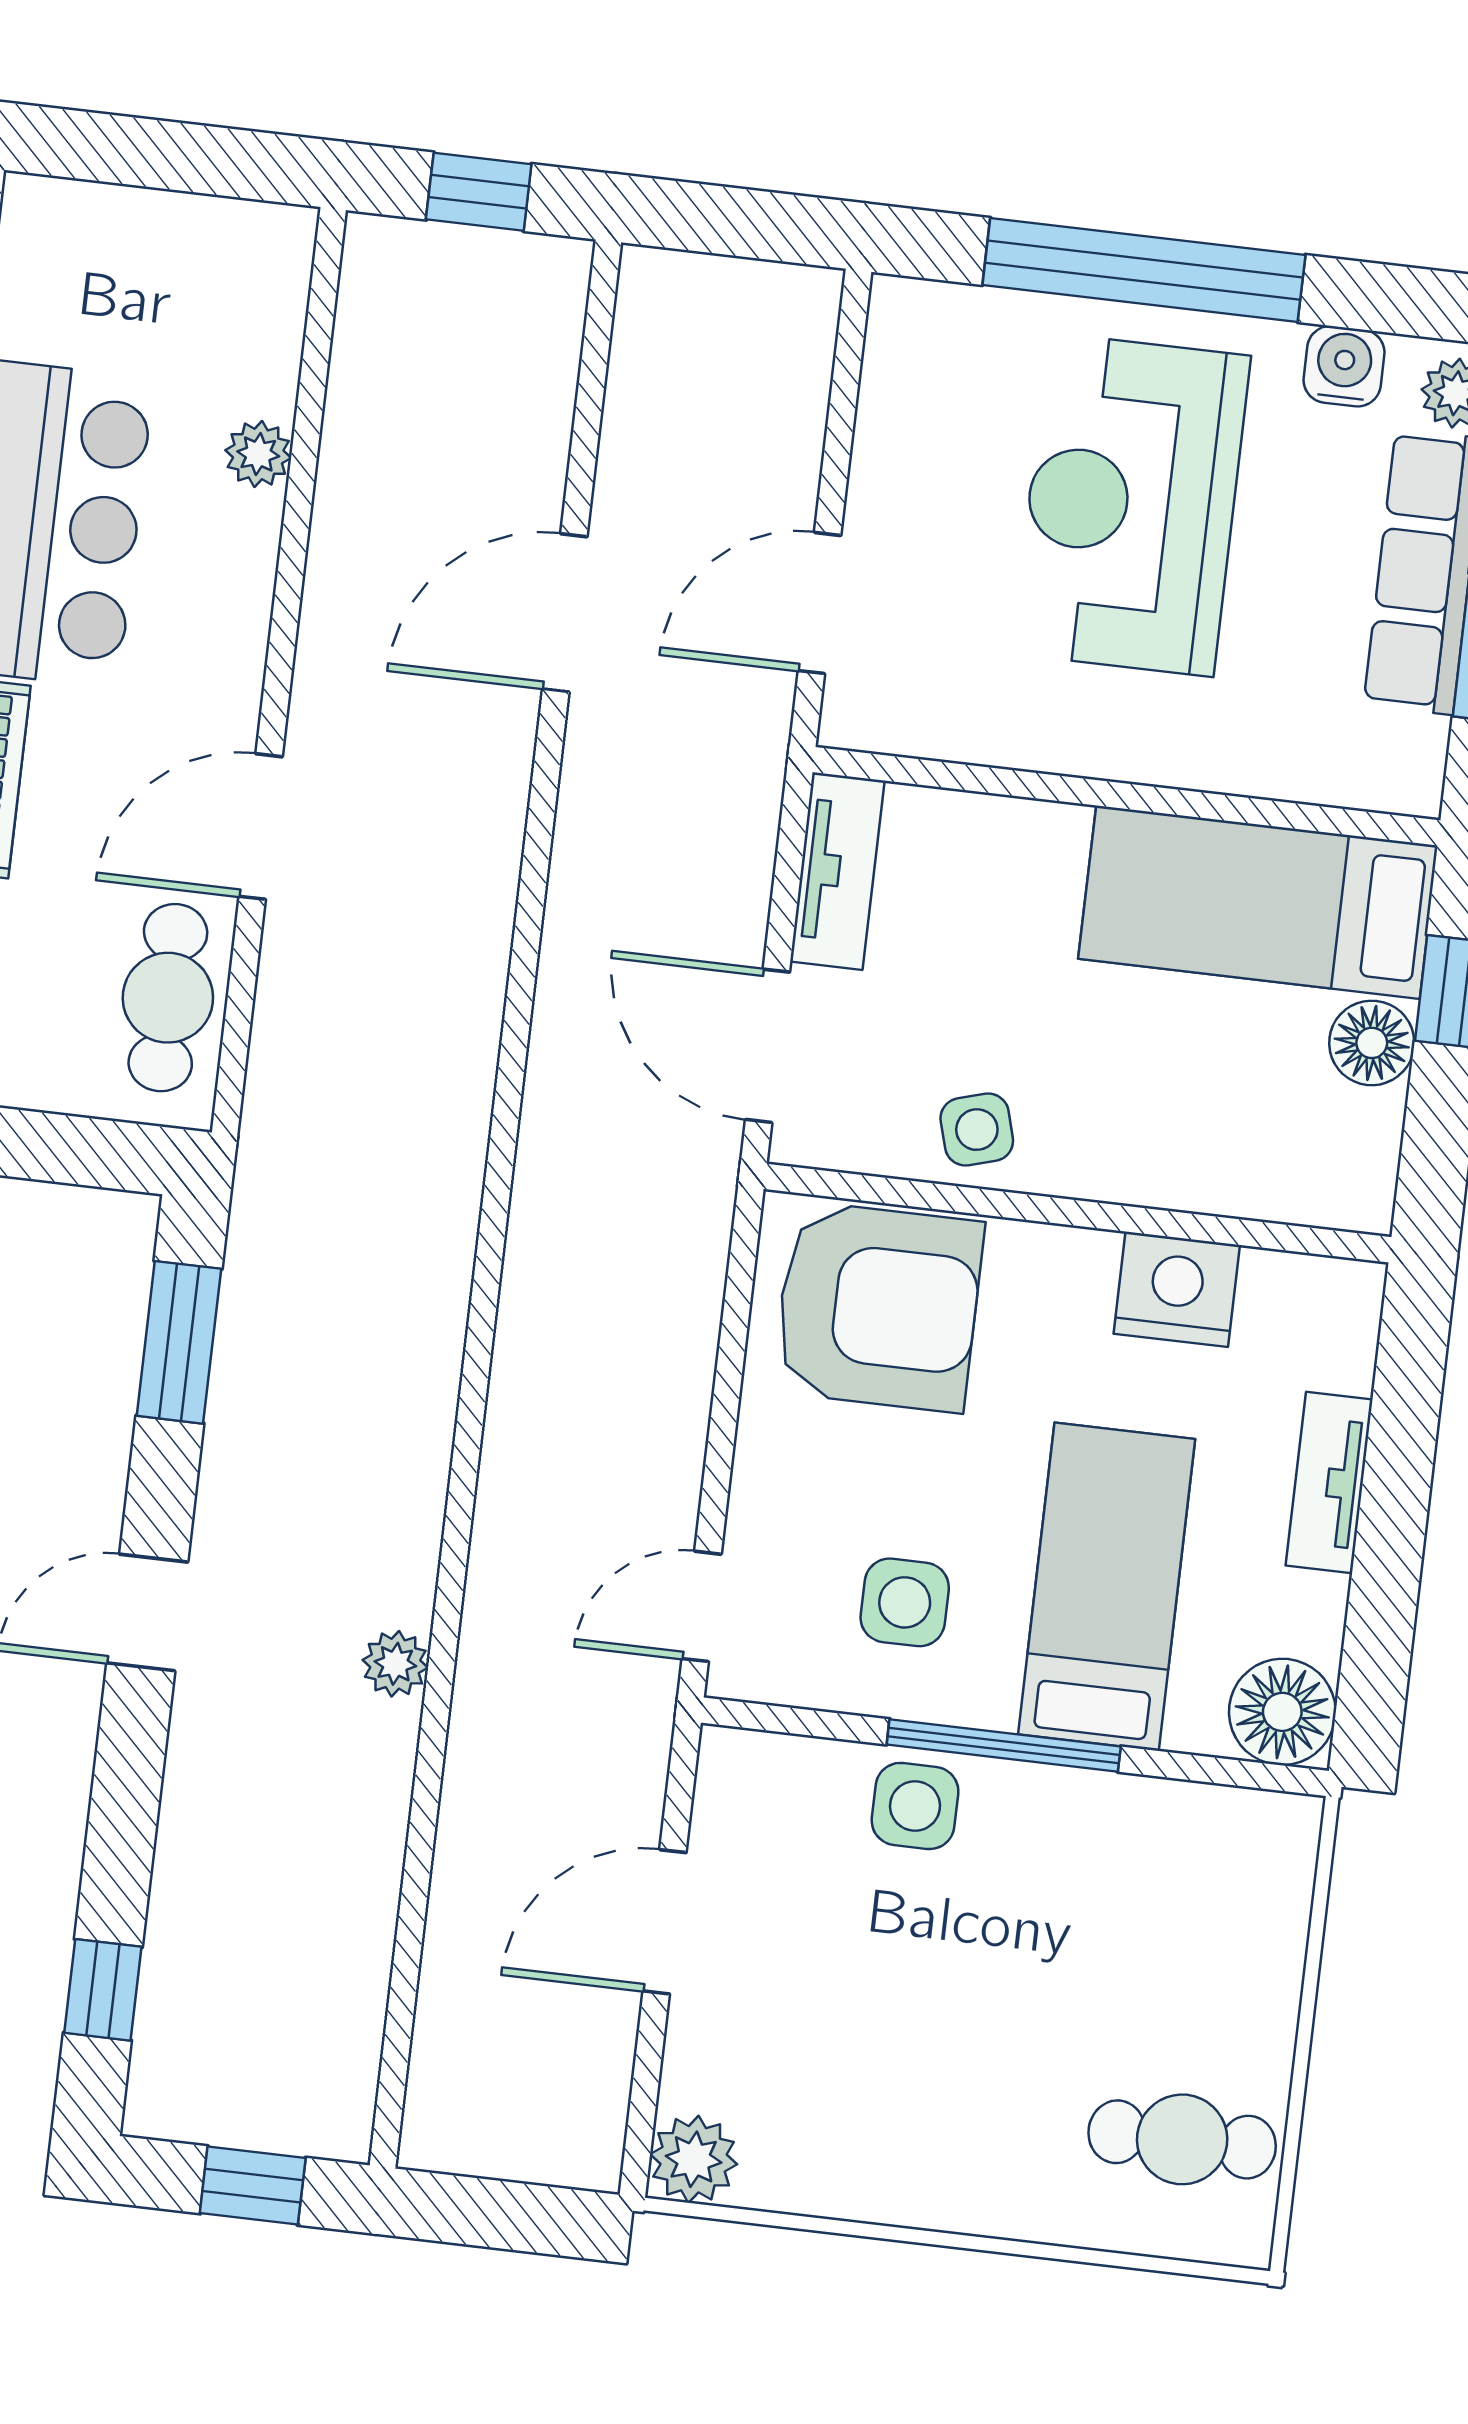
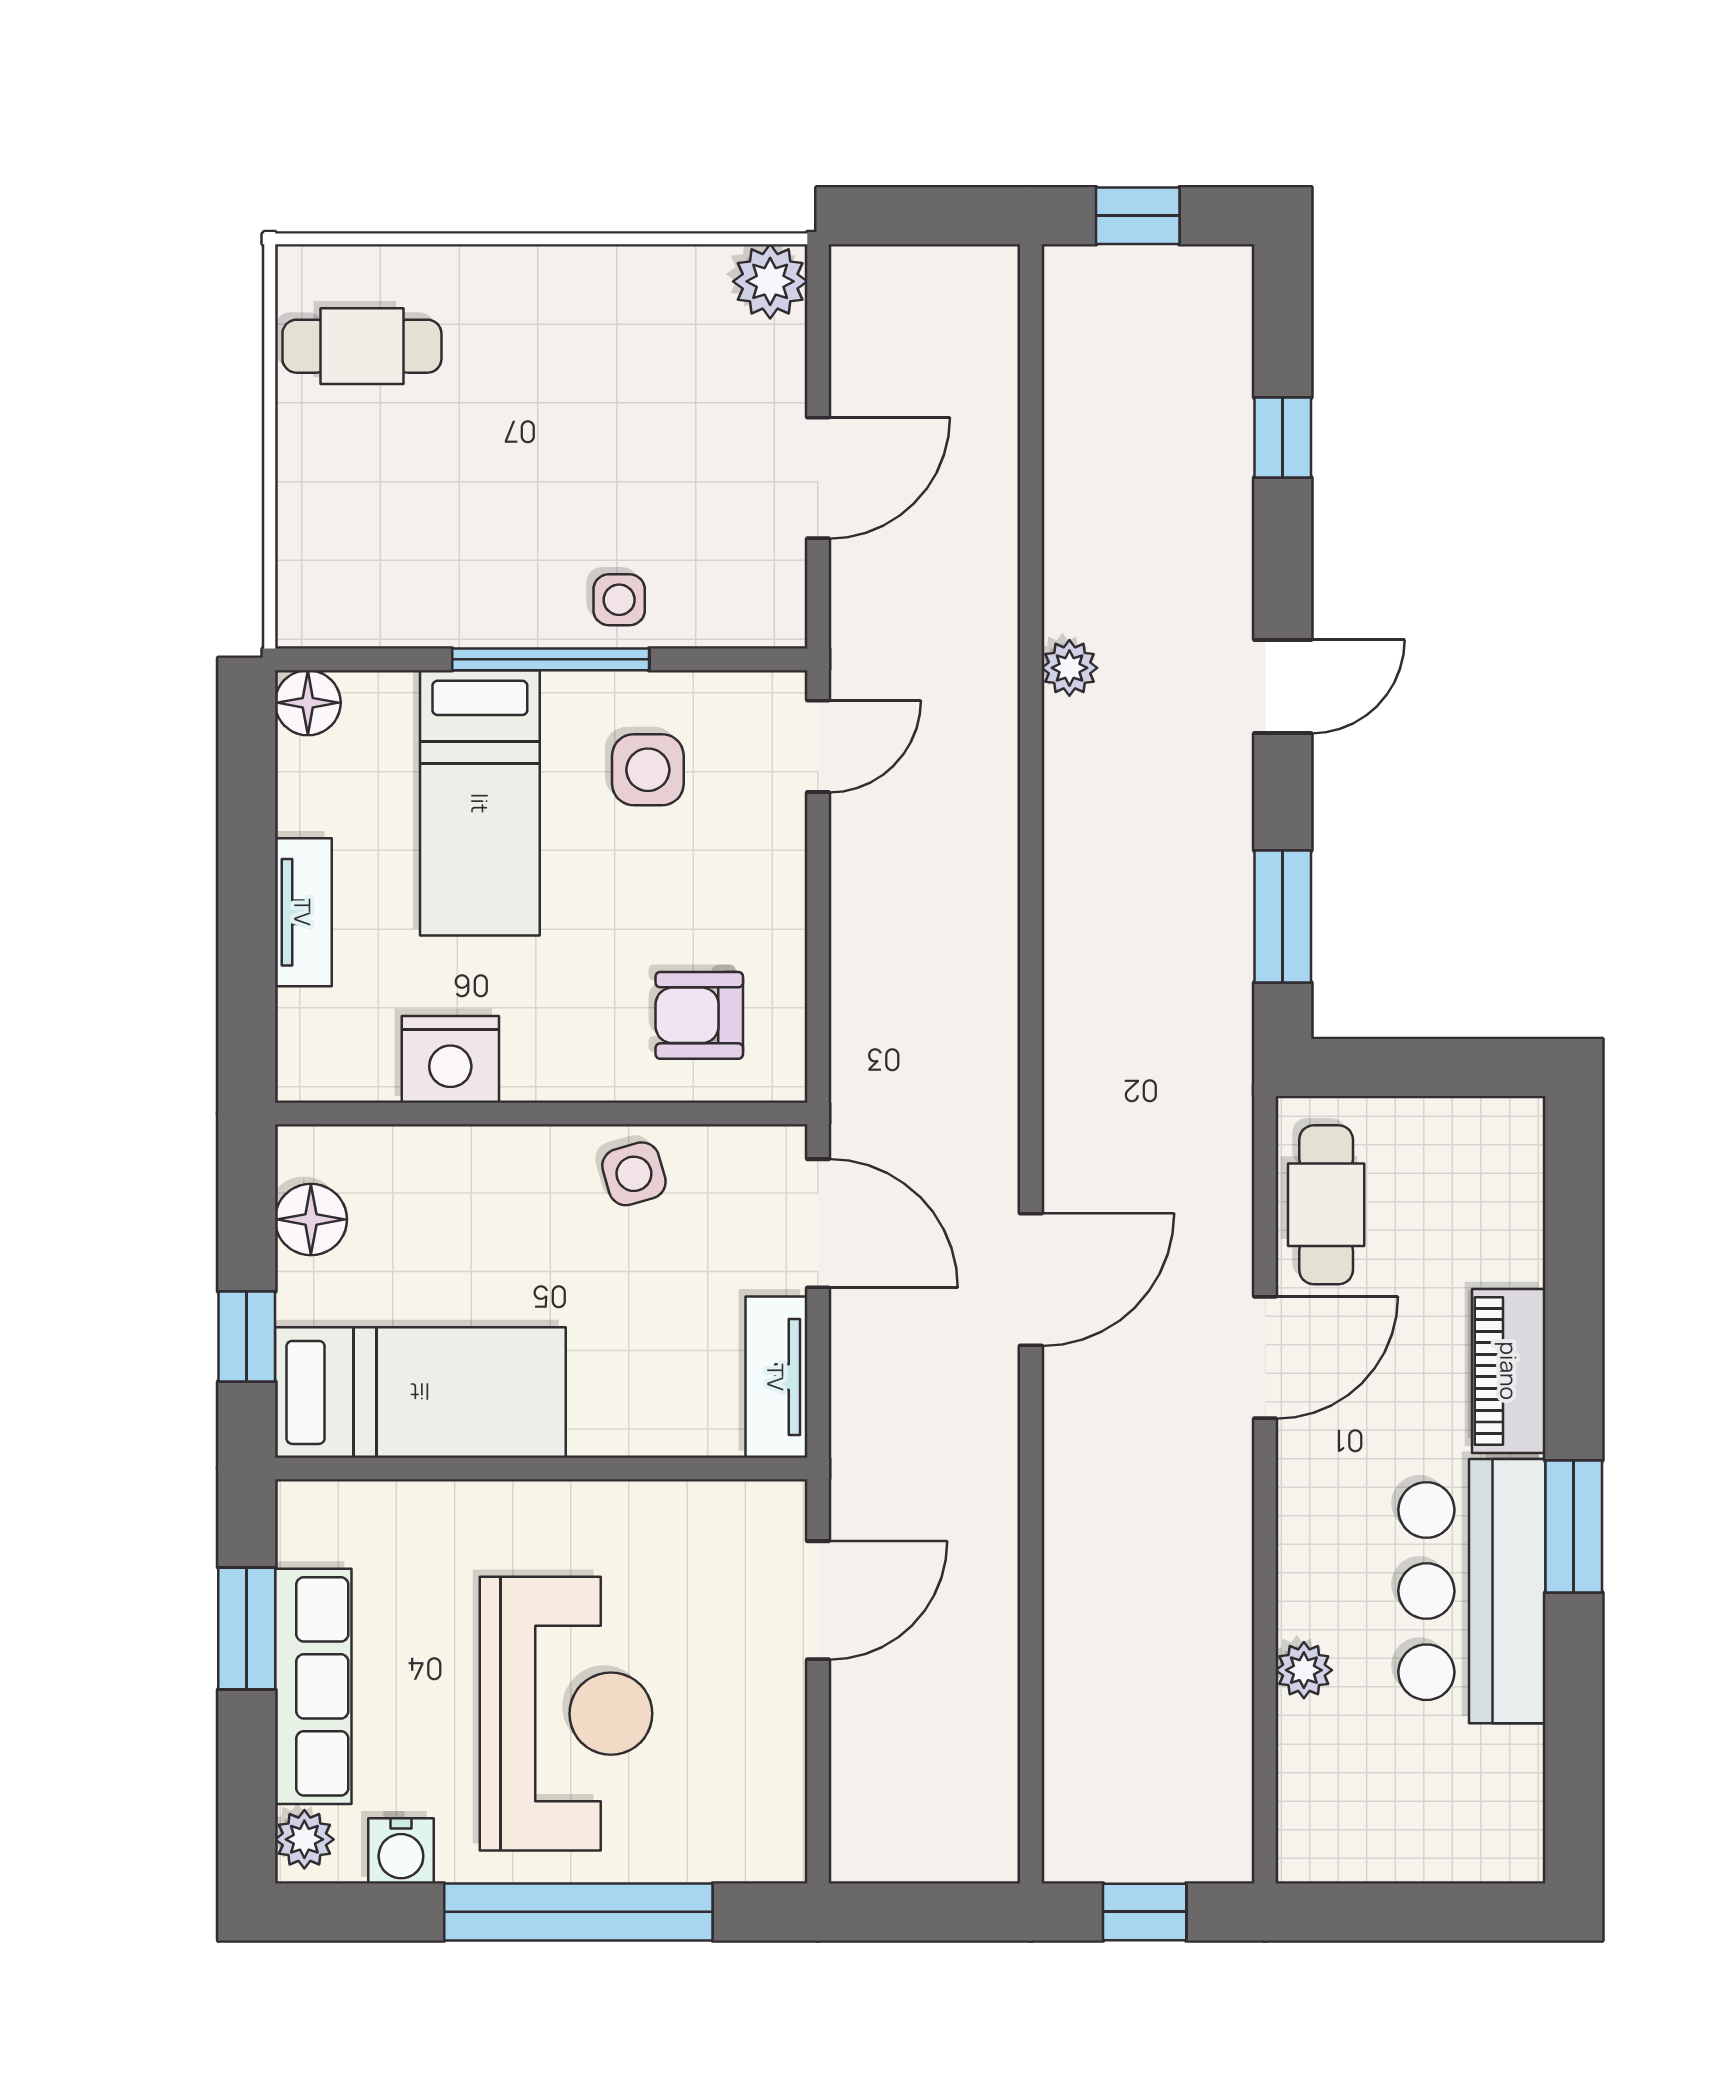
door: (565, 613) -> (1031, 1280), moved
floor lamp: (1372, 1043) -> (311, 1219), moved
armchair: (878, 1307) -> (699, 1015), width x0.53, depth x0.53
floor lamp: (1282, 1712) -> (308, 703), width x0.73, depth x0.73
side table: (915, 1806) -> (619, 600), width x0.73, depth x0.73
window: (103, 1990) -> (1283, 438), moved

